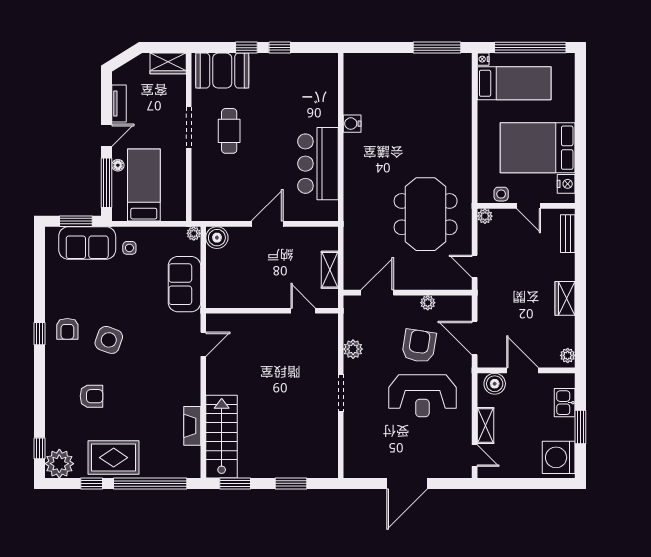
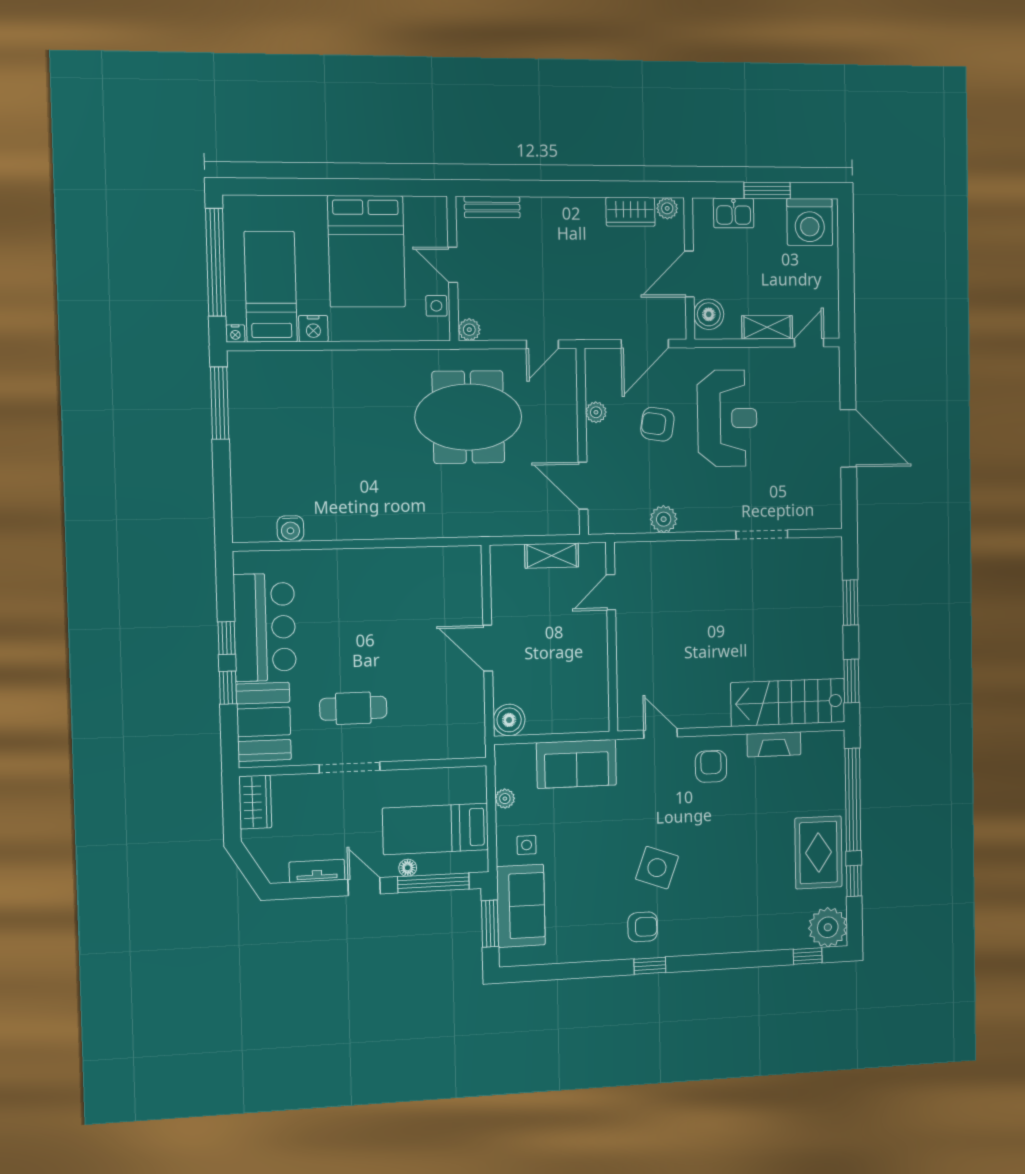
water cooler: (352, 124) -> (290, 529), moved
bar counter: (318, 164) -> (265, 627), moved, turned -90
nightstand: (566, 184) -> (313, 329), moved, turned 180
door: (529, 206) -> (453, 265), swing flipped
plant: (194, 233) -> (505, 799), moved
wardrobe: (565, 298) -> (630, 212), moved
armchair: (419, 346) -> (657, 424), width x0.72, depth x0.72
doorway: (341, 393) -> (762, 534), moved
armchair: (92, 396) -> (711, 766), moved

